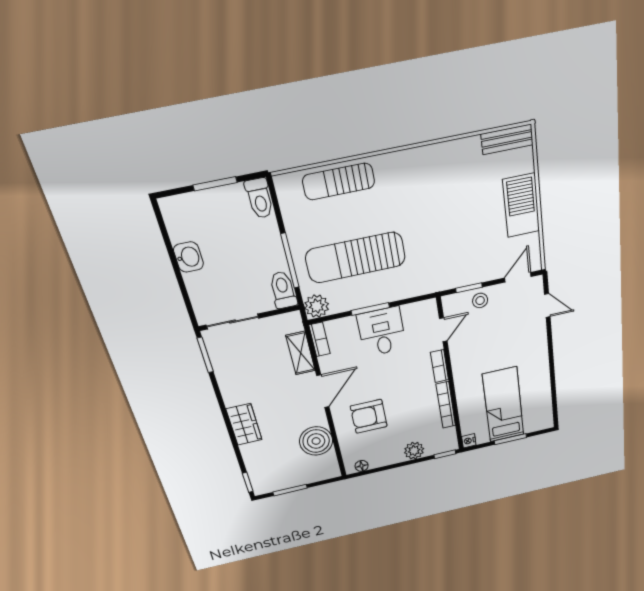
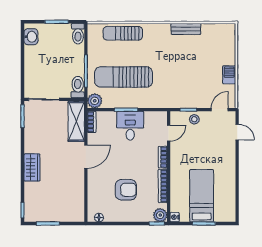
bench: (507, 139) -> (186, 29), moved
barbecue: (521, 205) -> (229, 75), width x0.53, depth x0.65
washbasin: (188, 257) -> (31, 37), moved
shelving: (301, 353) -> (76, 121), width x1.50, depth x1.33
armchair: (369, 416) -> (126, 190), moved, turned 180
boiler: (316, 441) -> (74, 191), removed
plant: (414, 451) -> (160, 215), moved

